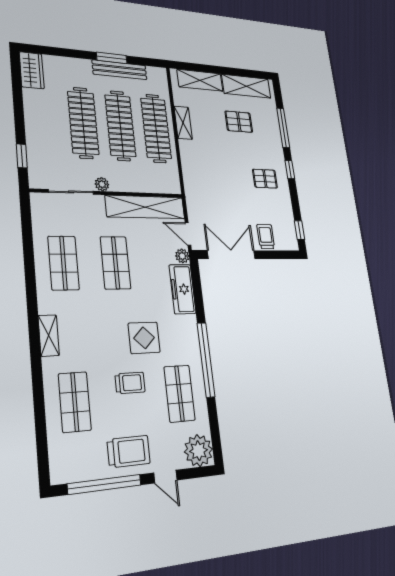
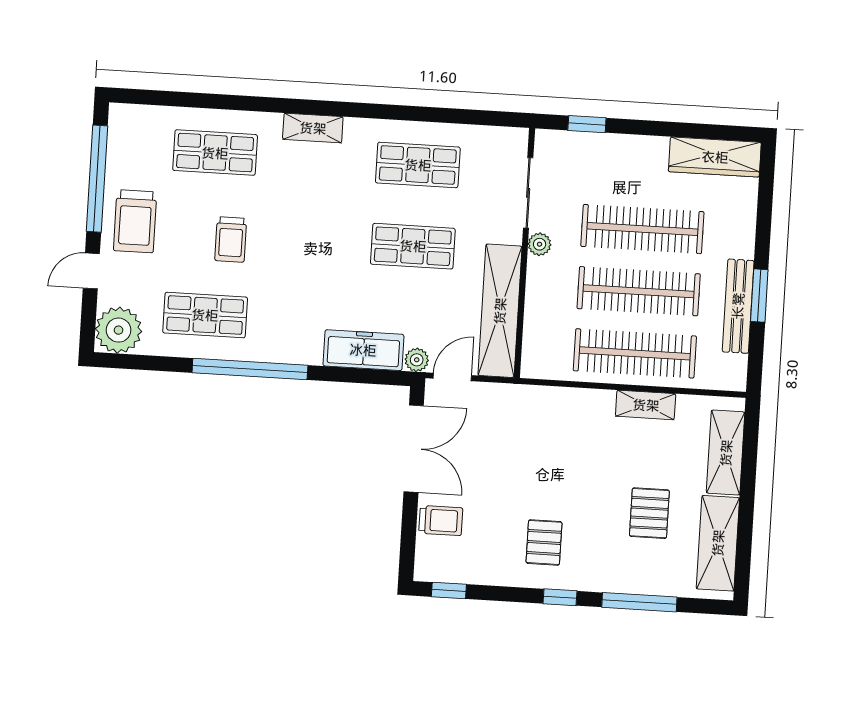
wardrobe: (32, 70) -> (715, 157), width x1.50
display table: (144, 338) -> (294, 273), removed

